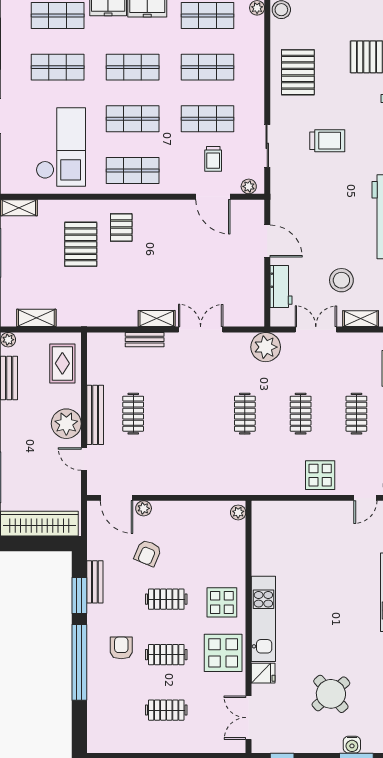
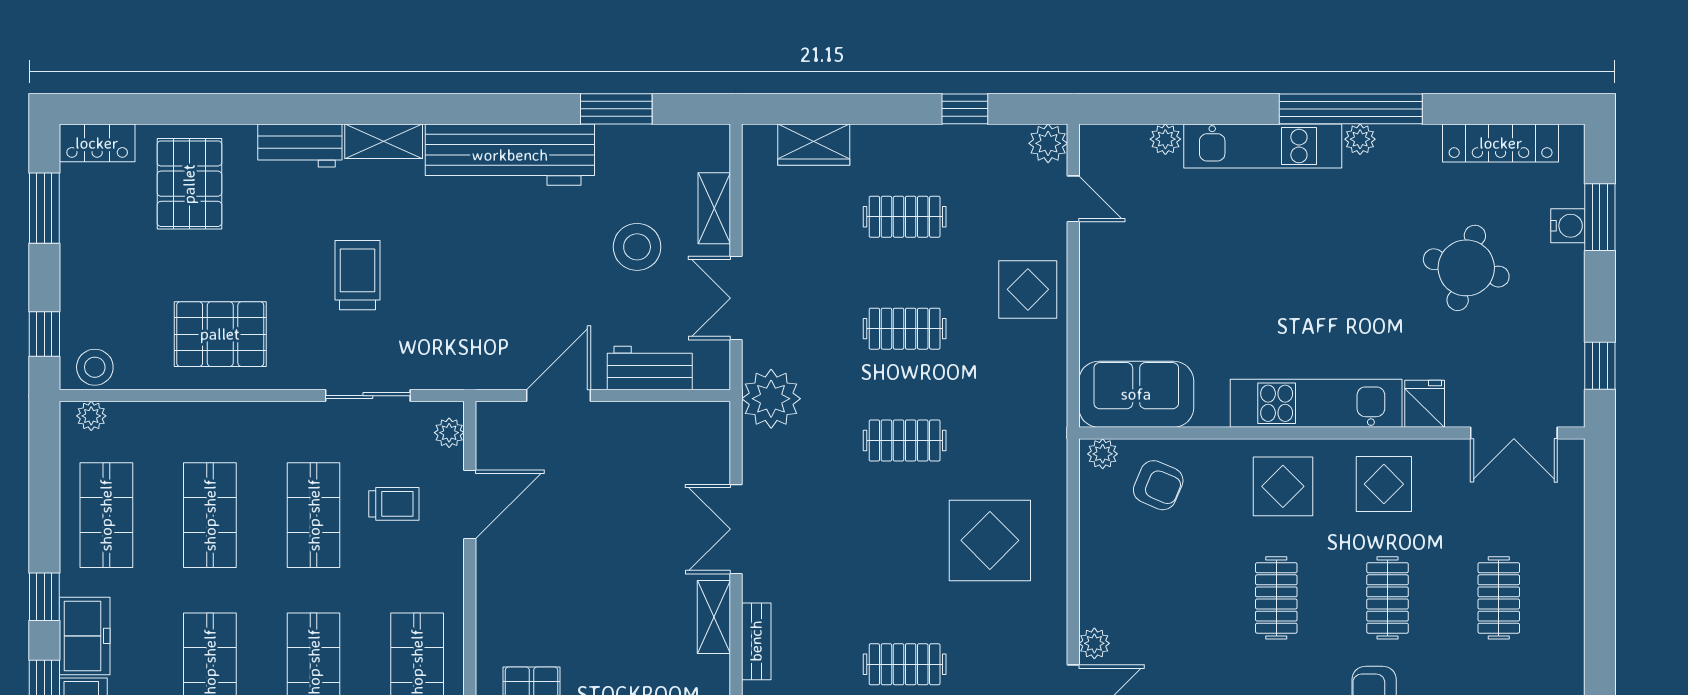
display table: (195, 456) -> (990, 540), added
sofa: (268, 529) -> (1136, 394), added
armchair: (148, 553) -> (1158, 485), moved
display table: (223, 653) -> (1384, 484), width x0.73, depth x0.73
round table: (331, 694) -> (1466, 268), turned -34

